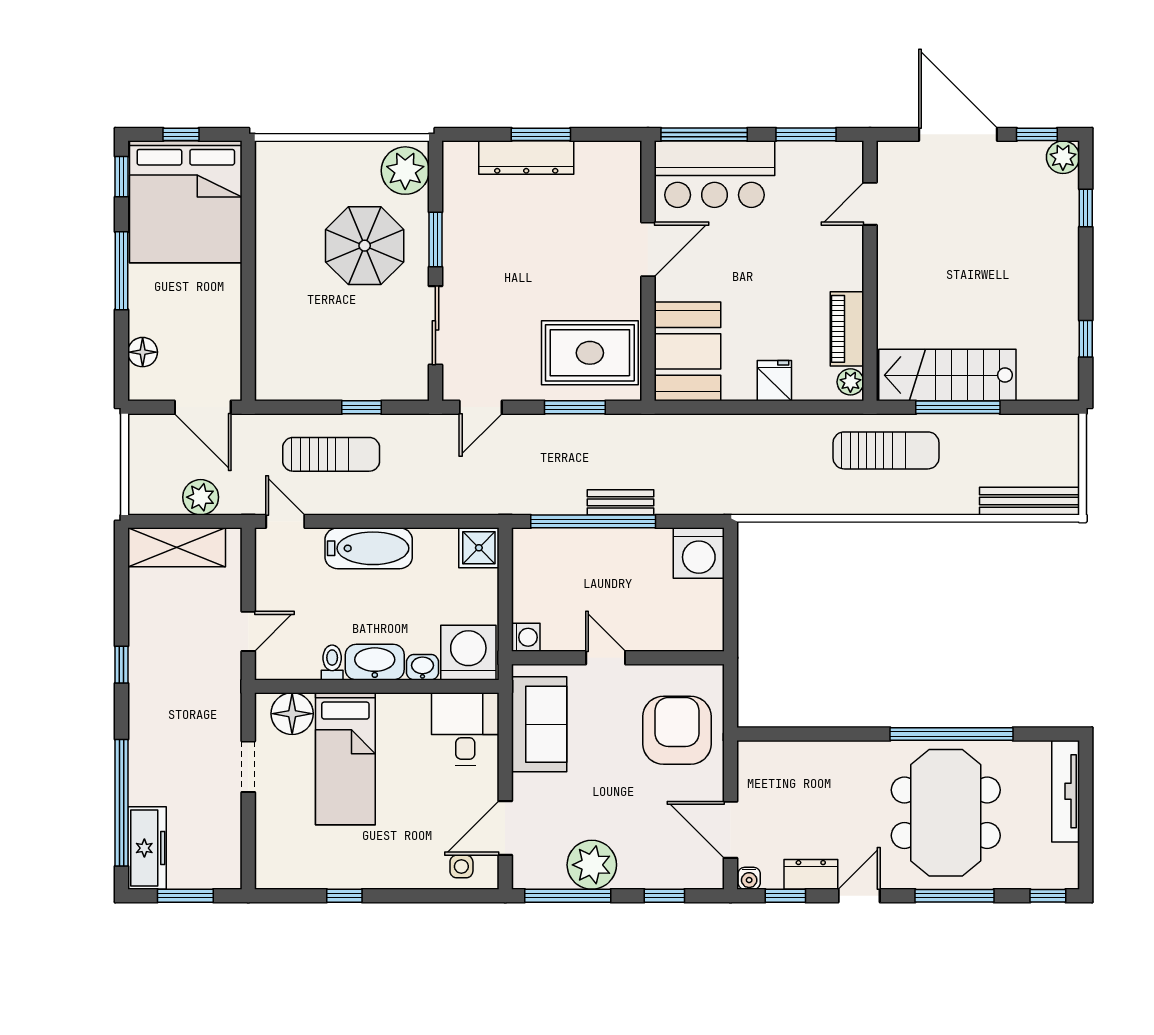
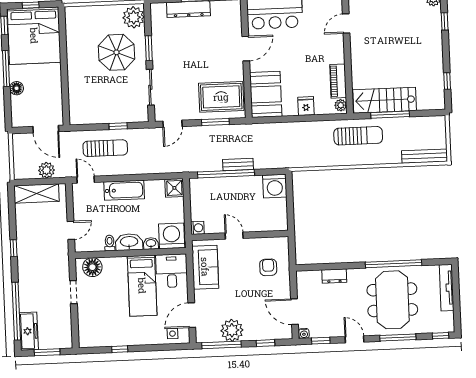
floor lamp: (143, 352) -> (17, 88), moved
armchair: (677, 730) -> (268, 267), width x0.53, depth x0.53
bed: (345, 759) -> (142, 286), moved
dresser: (811, 874) -> (334, 276), moved, turned 180
door: (859, 896) -> (354, 339), hinge flipped

